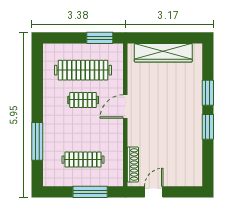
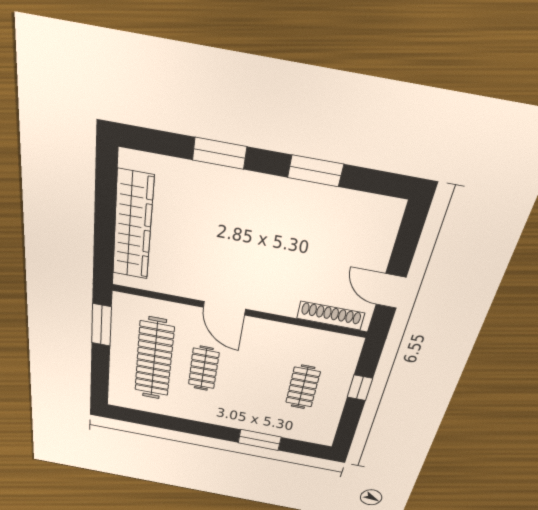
window: (208, 127) -> (315, 171), moved
window: (37, 141) -> (260, 440), width x0.69
clothes rail: (83, 160) -> (303, 387), width x0.73
window: (90, 192) -> (360, 388), width x0.46

